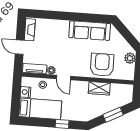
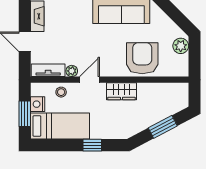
door: (64, 77) -> (90, 80), swing flipped
wardrobe: (99, 88) -> (121, 91), moved
window: (16, 98) -> (25, 114), added

